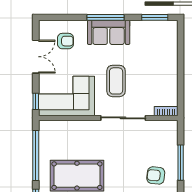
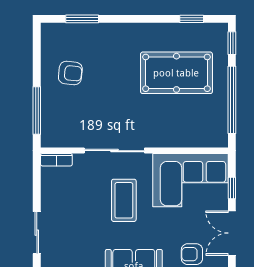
sliding door: (181, 57) -> (37, 233), added
window: (36, 101) -> (232, 188), moved
window: (181, 163) -> (37, 110), moved

